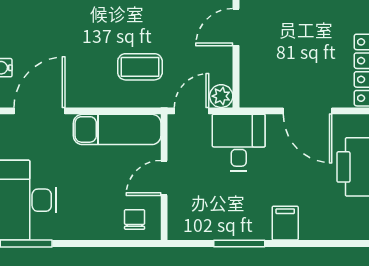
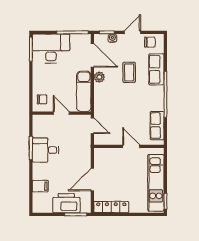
coffee table: (140, 67) -> (129, 72), moved
plant: (221, 96) -> (99, 77), moved
desk: (239, 142) -> (46, 150), moved, turned 180
filing cabinet: (285, 223) -> (40, 186), moved

